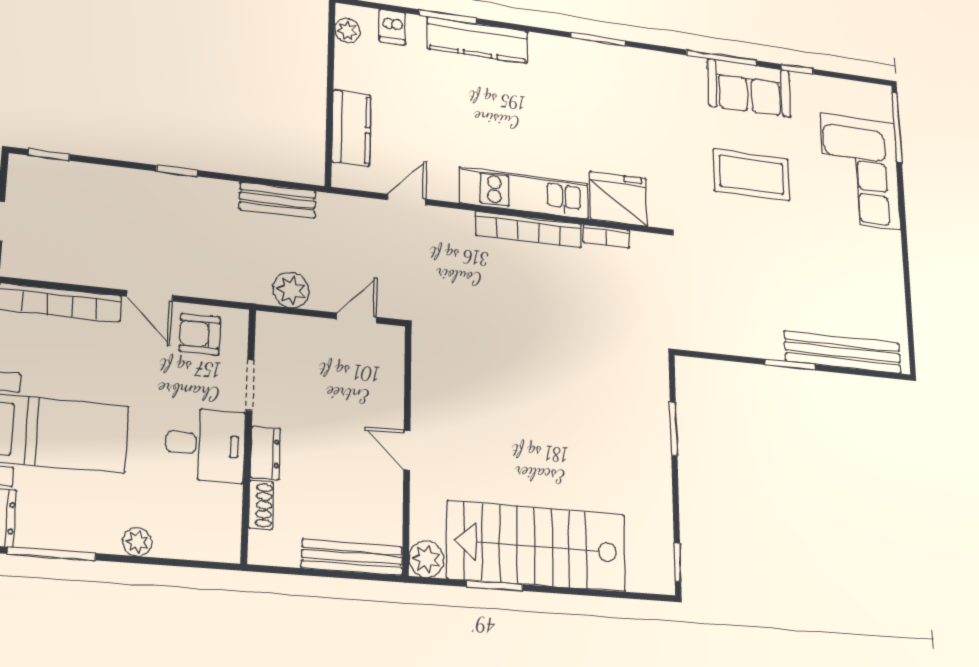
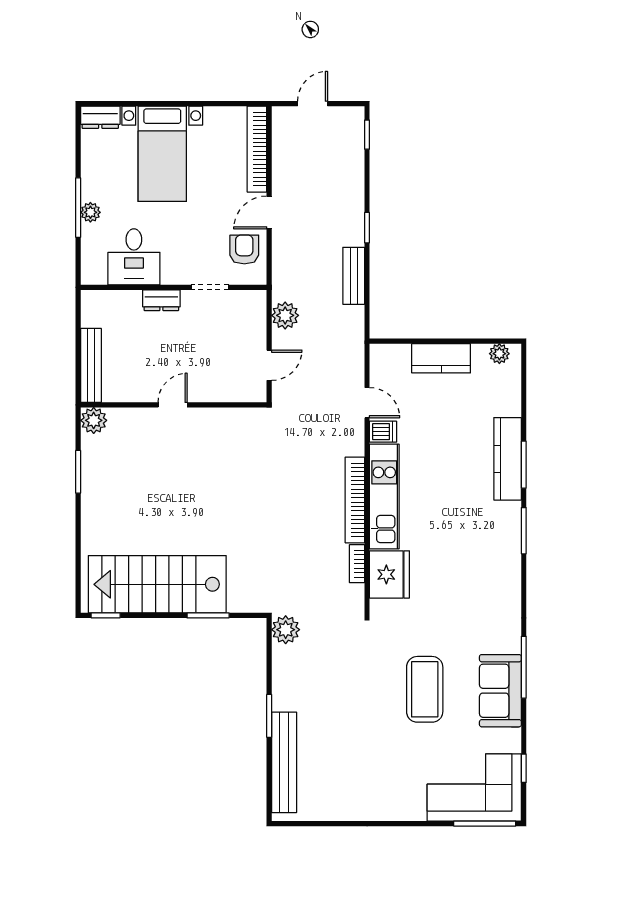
window: (448, 17) -> (524, 465), moved
dishwasher: (392, 27) -> (383, 432), moved, turned 180
window: (598, 39) -> (524, 531), moved
window: (797, 69) -> (524, 768), moved
kitchen counter: (351, 128) -> (441, 358), moved
corner sofa: (861, 171) -> (474, 788), moved
bench: (278, 200) -> (354, 276), moved
door: (357, 318) -> (269, 365), hinge flipped
plant: (688, 333) -> (286, 630), added
desk: (205, 445) -> (134, 257), moved
shoe rack: (261, 505) -> (123, 298), removed
stairs: (537, 546) -> (157, 584), moved, turned -90
window: (52, 554) -> (78, 208), moved

